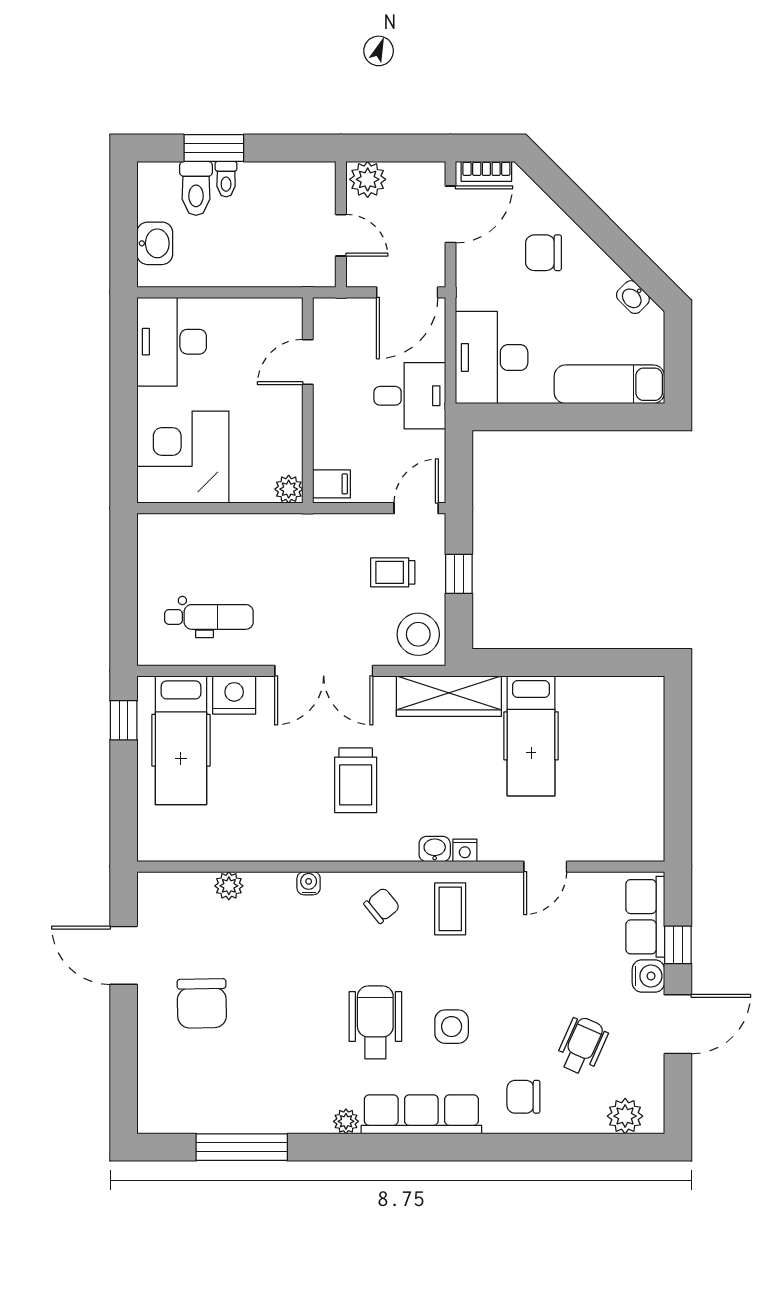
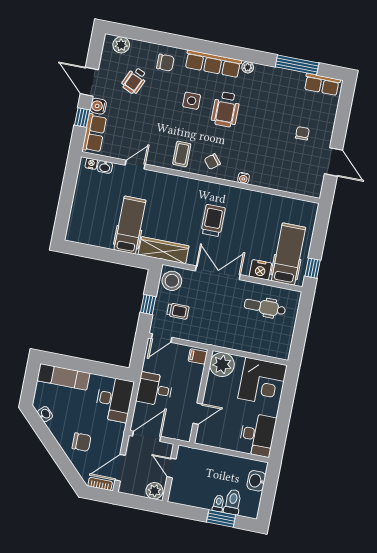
plant: (289, 489) -> (222, 365), width x1.88, depth x1.88
washbasin: (435, 849) -> (105, 167), moved
nightstand: (465, 850) -> (91, 164), moved
plant: (229, 886) -> (280, 184), removed
chair: (202, 1003) -> (302, 133), width x0.54, depth x0.54
door: (678, 1024) -> (89, 82), hinge flipped
row of seats: (180, 1116) -> (322, 84), added

